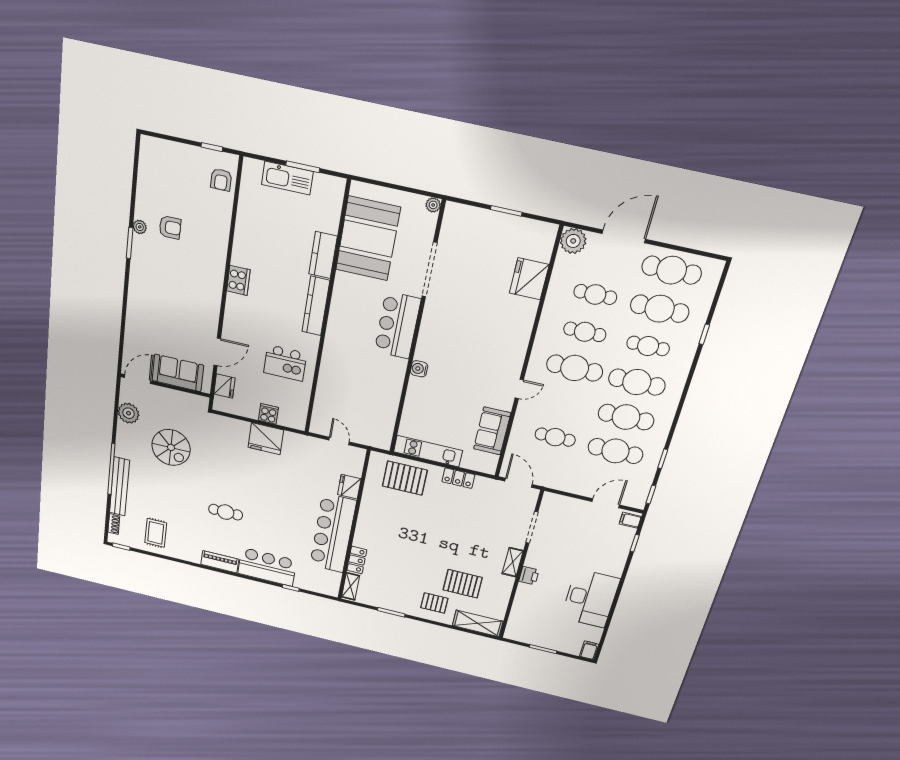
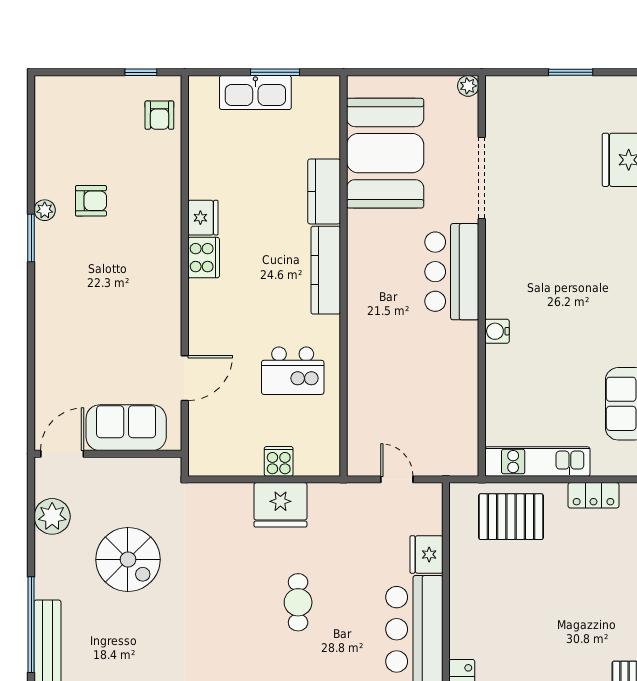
fridge: (224, 386) -> (203, 218), moved
cafe table: (226, 512) -> (298, 602), moved, turned 90

